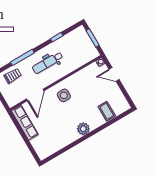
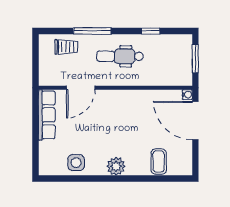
door: (114, 74) -> (195, 121), width x1.87
side table: (64, 95) -> (76, 163), moved

